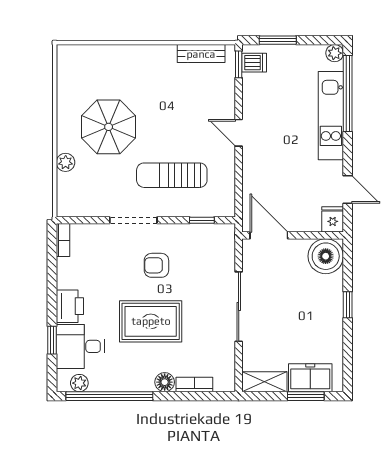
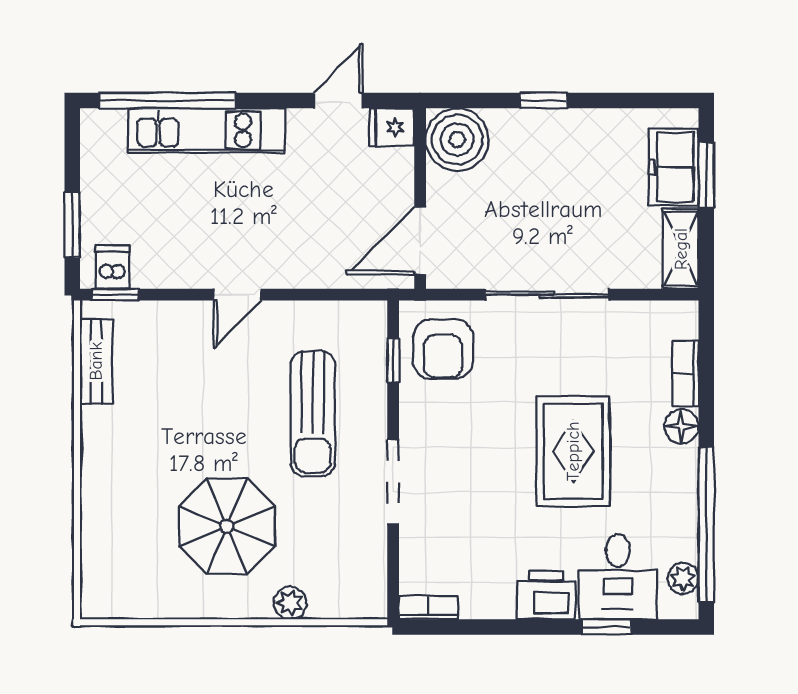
plant: (335, 53) -> (95, 124), removed
armchair: (156, 265) -> (443, 349), moved, width x1.38, depth x1.38

